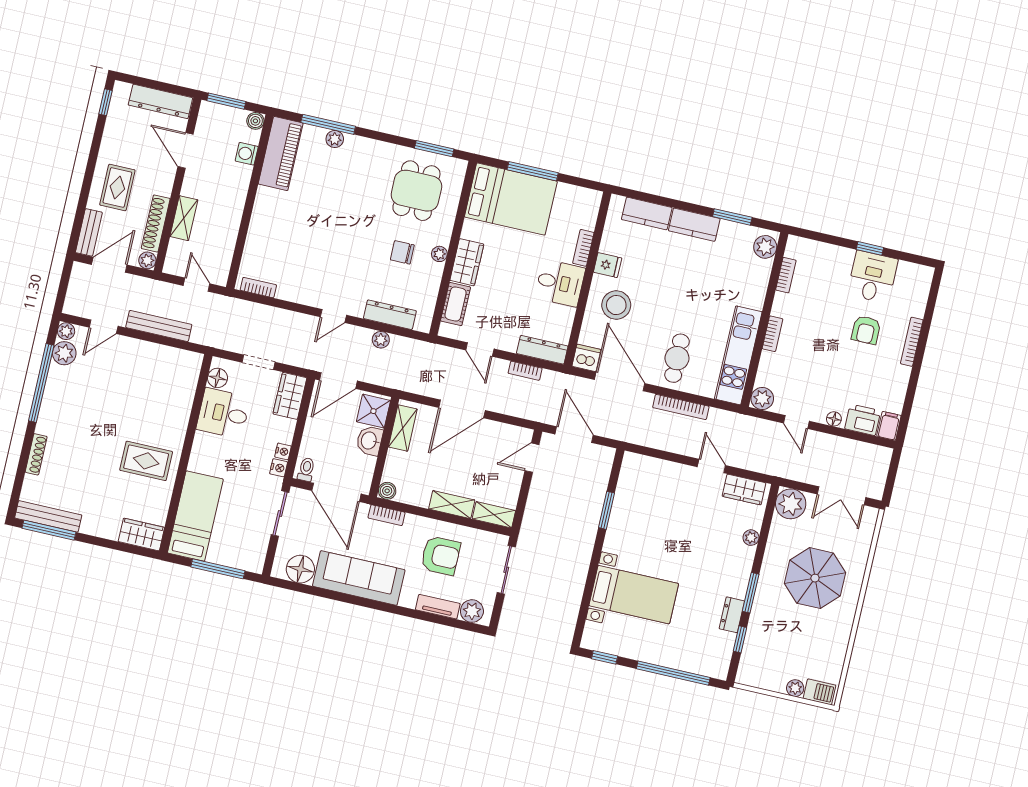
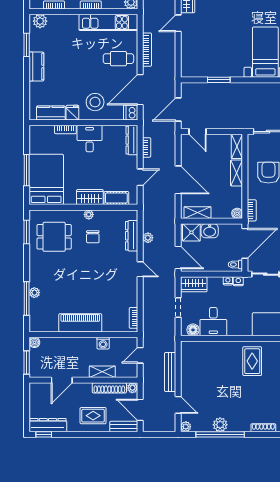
dresser: (160, 101) -> (48, 425), moved, turned -90
washing machine: (247, 154) -> (103, 343), moved
piano: (281, 154) -> (80, 323), moved
kitchen counter: (647, 214) -> (51, 113), moved, turned -90
plant: (64, 353) -> (220, 425), moved

